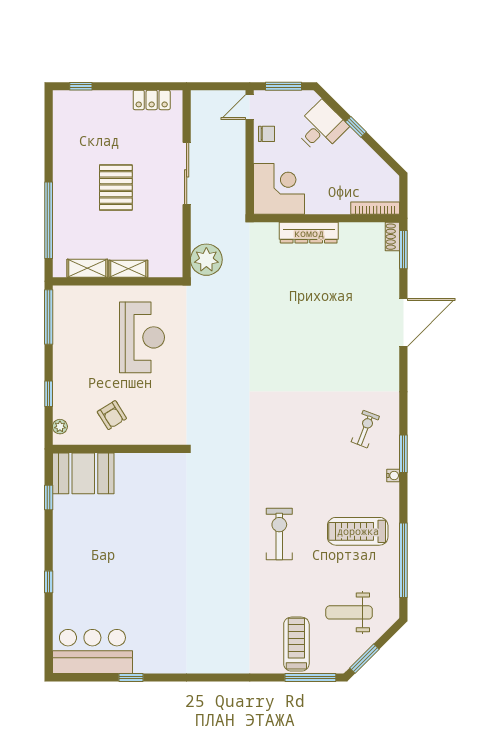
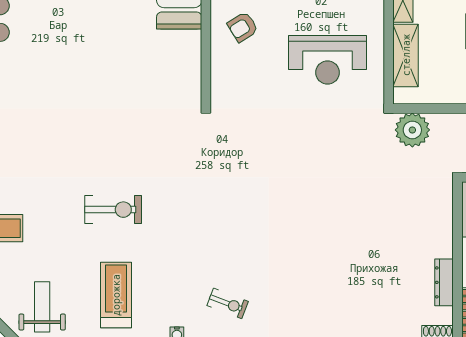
dresser: (309, 233) -> (444, 282), moved, width x0.73, depth x0.80
shelving: (128, 269) -> (406, 55), width x1.50, depth x1.33
weight bench: (349, 612) -> (42, 307), moved

